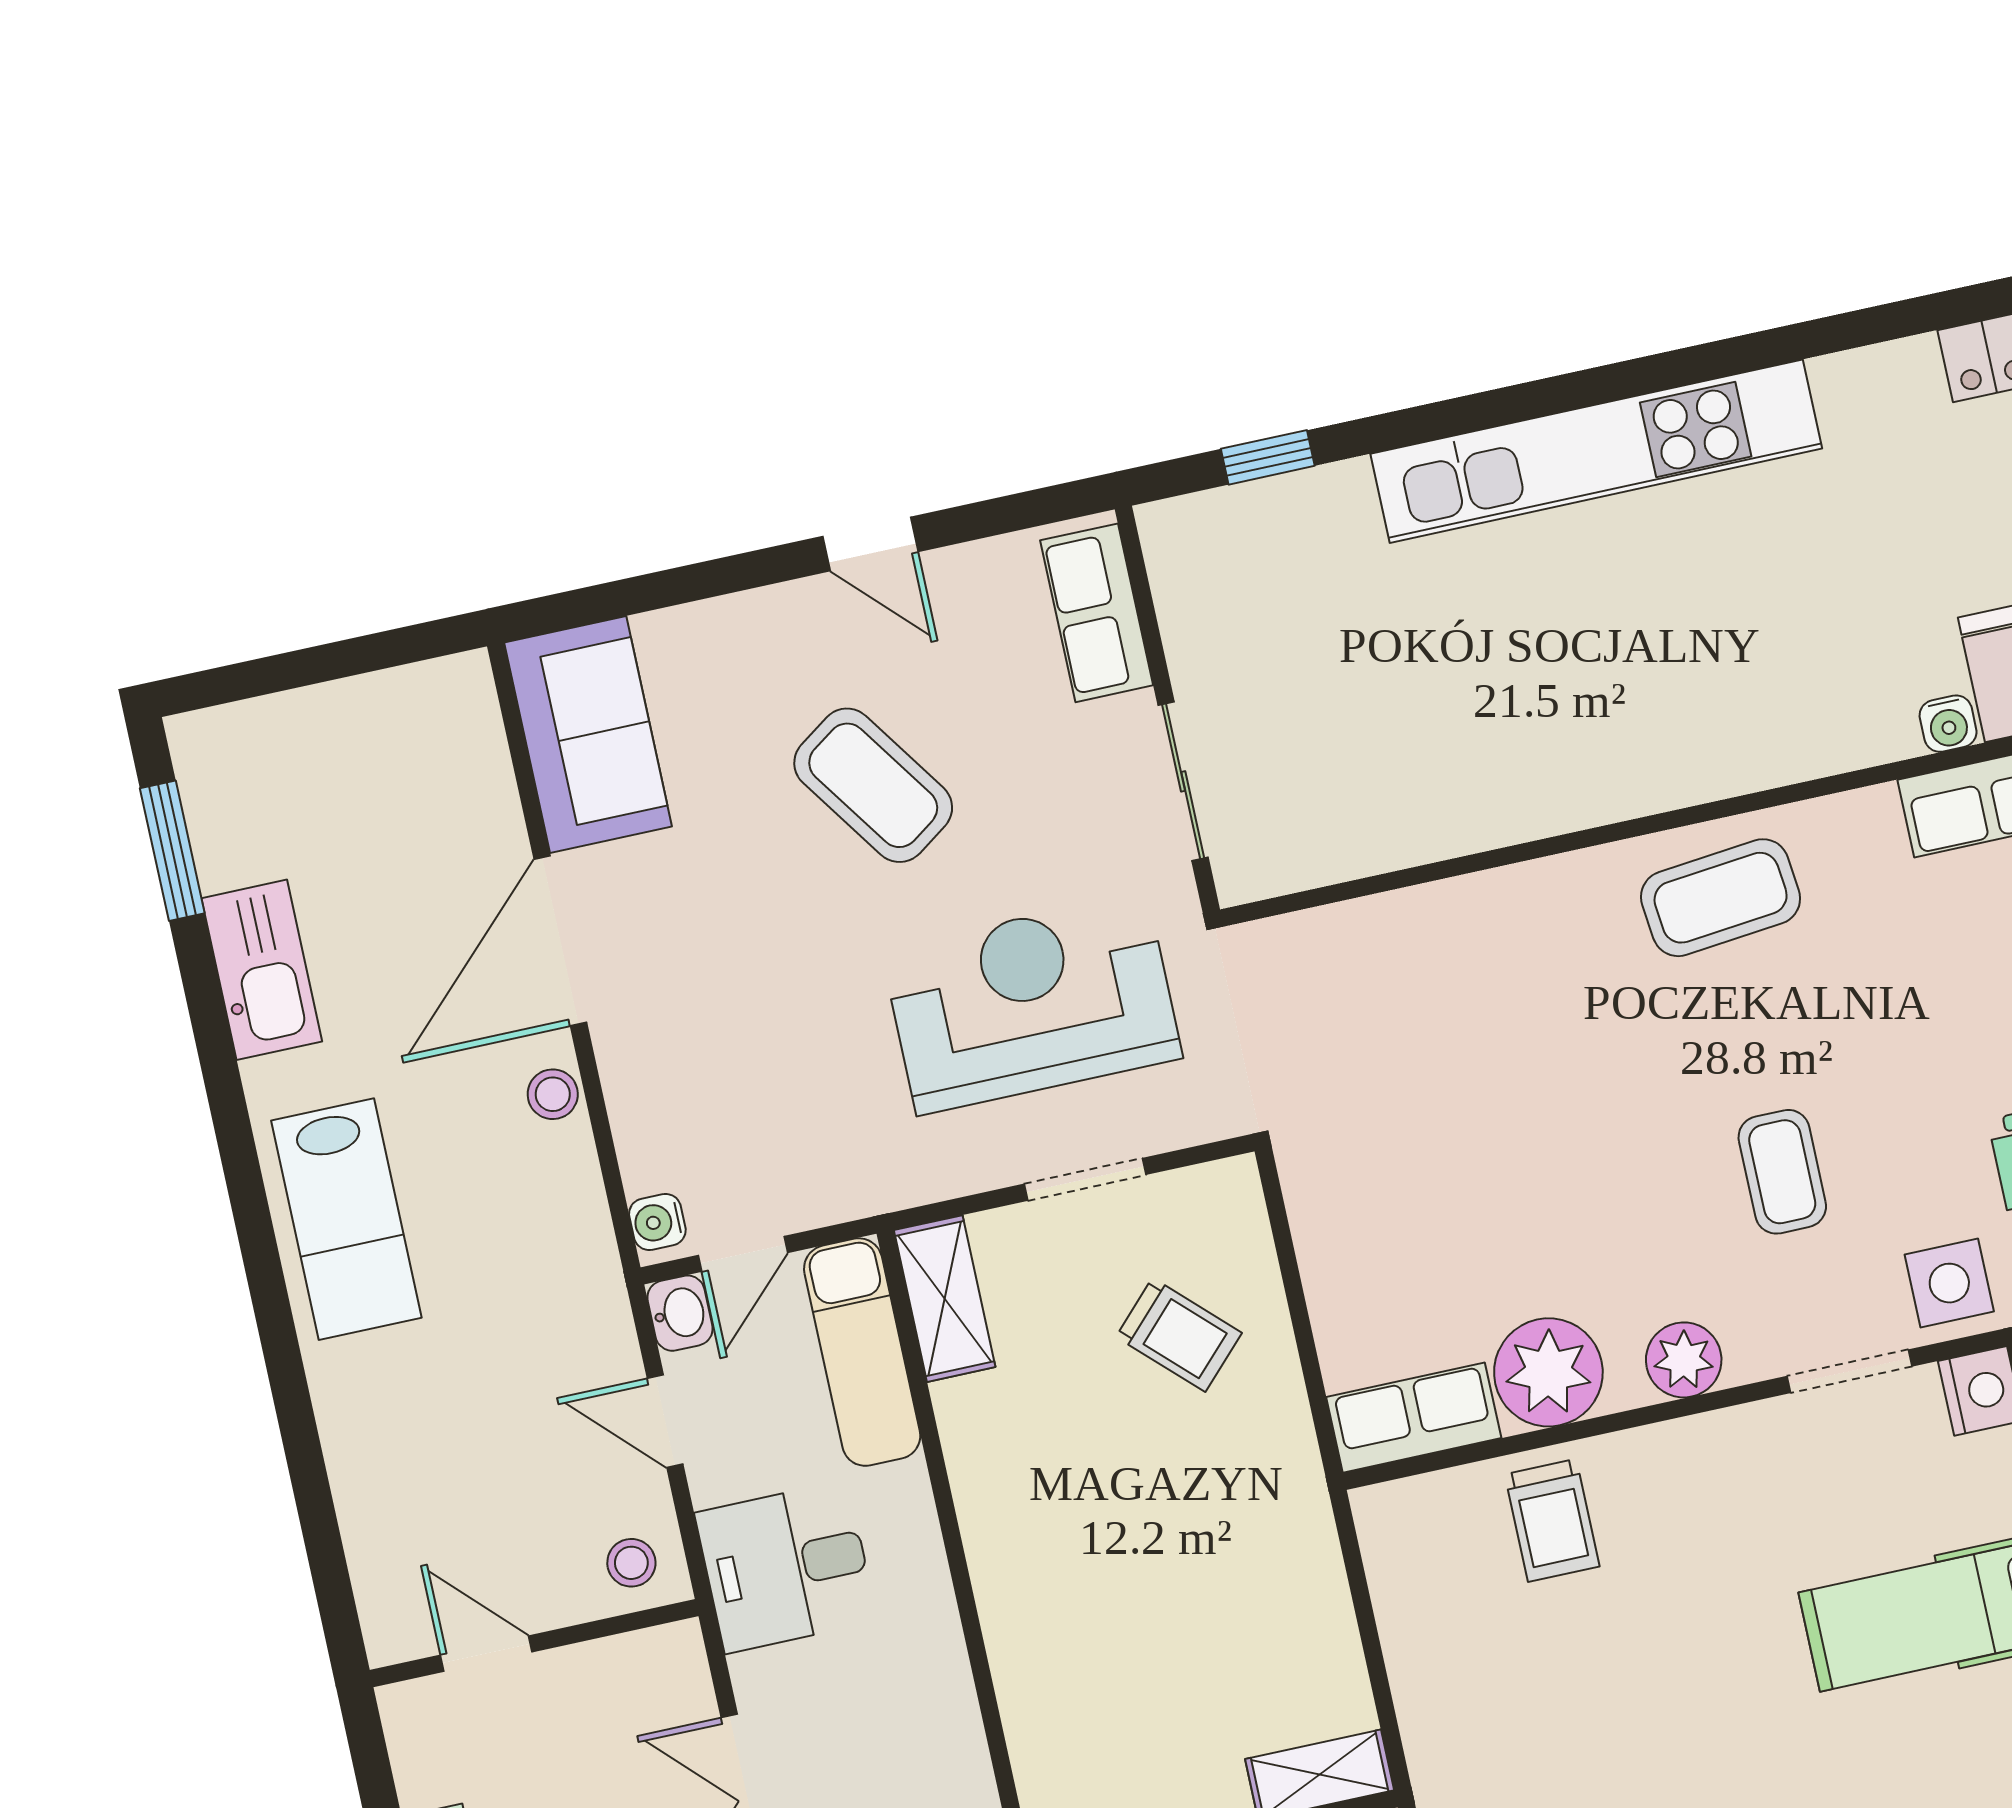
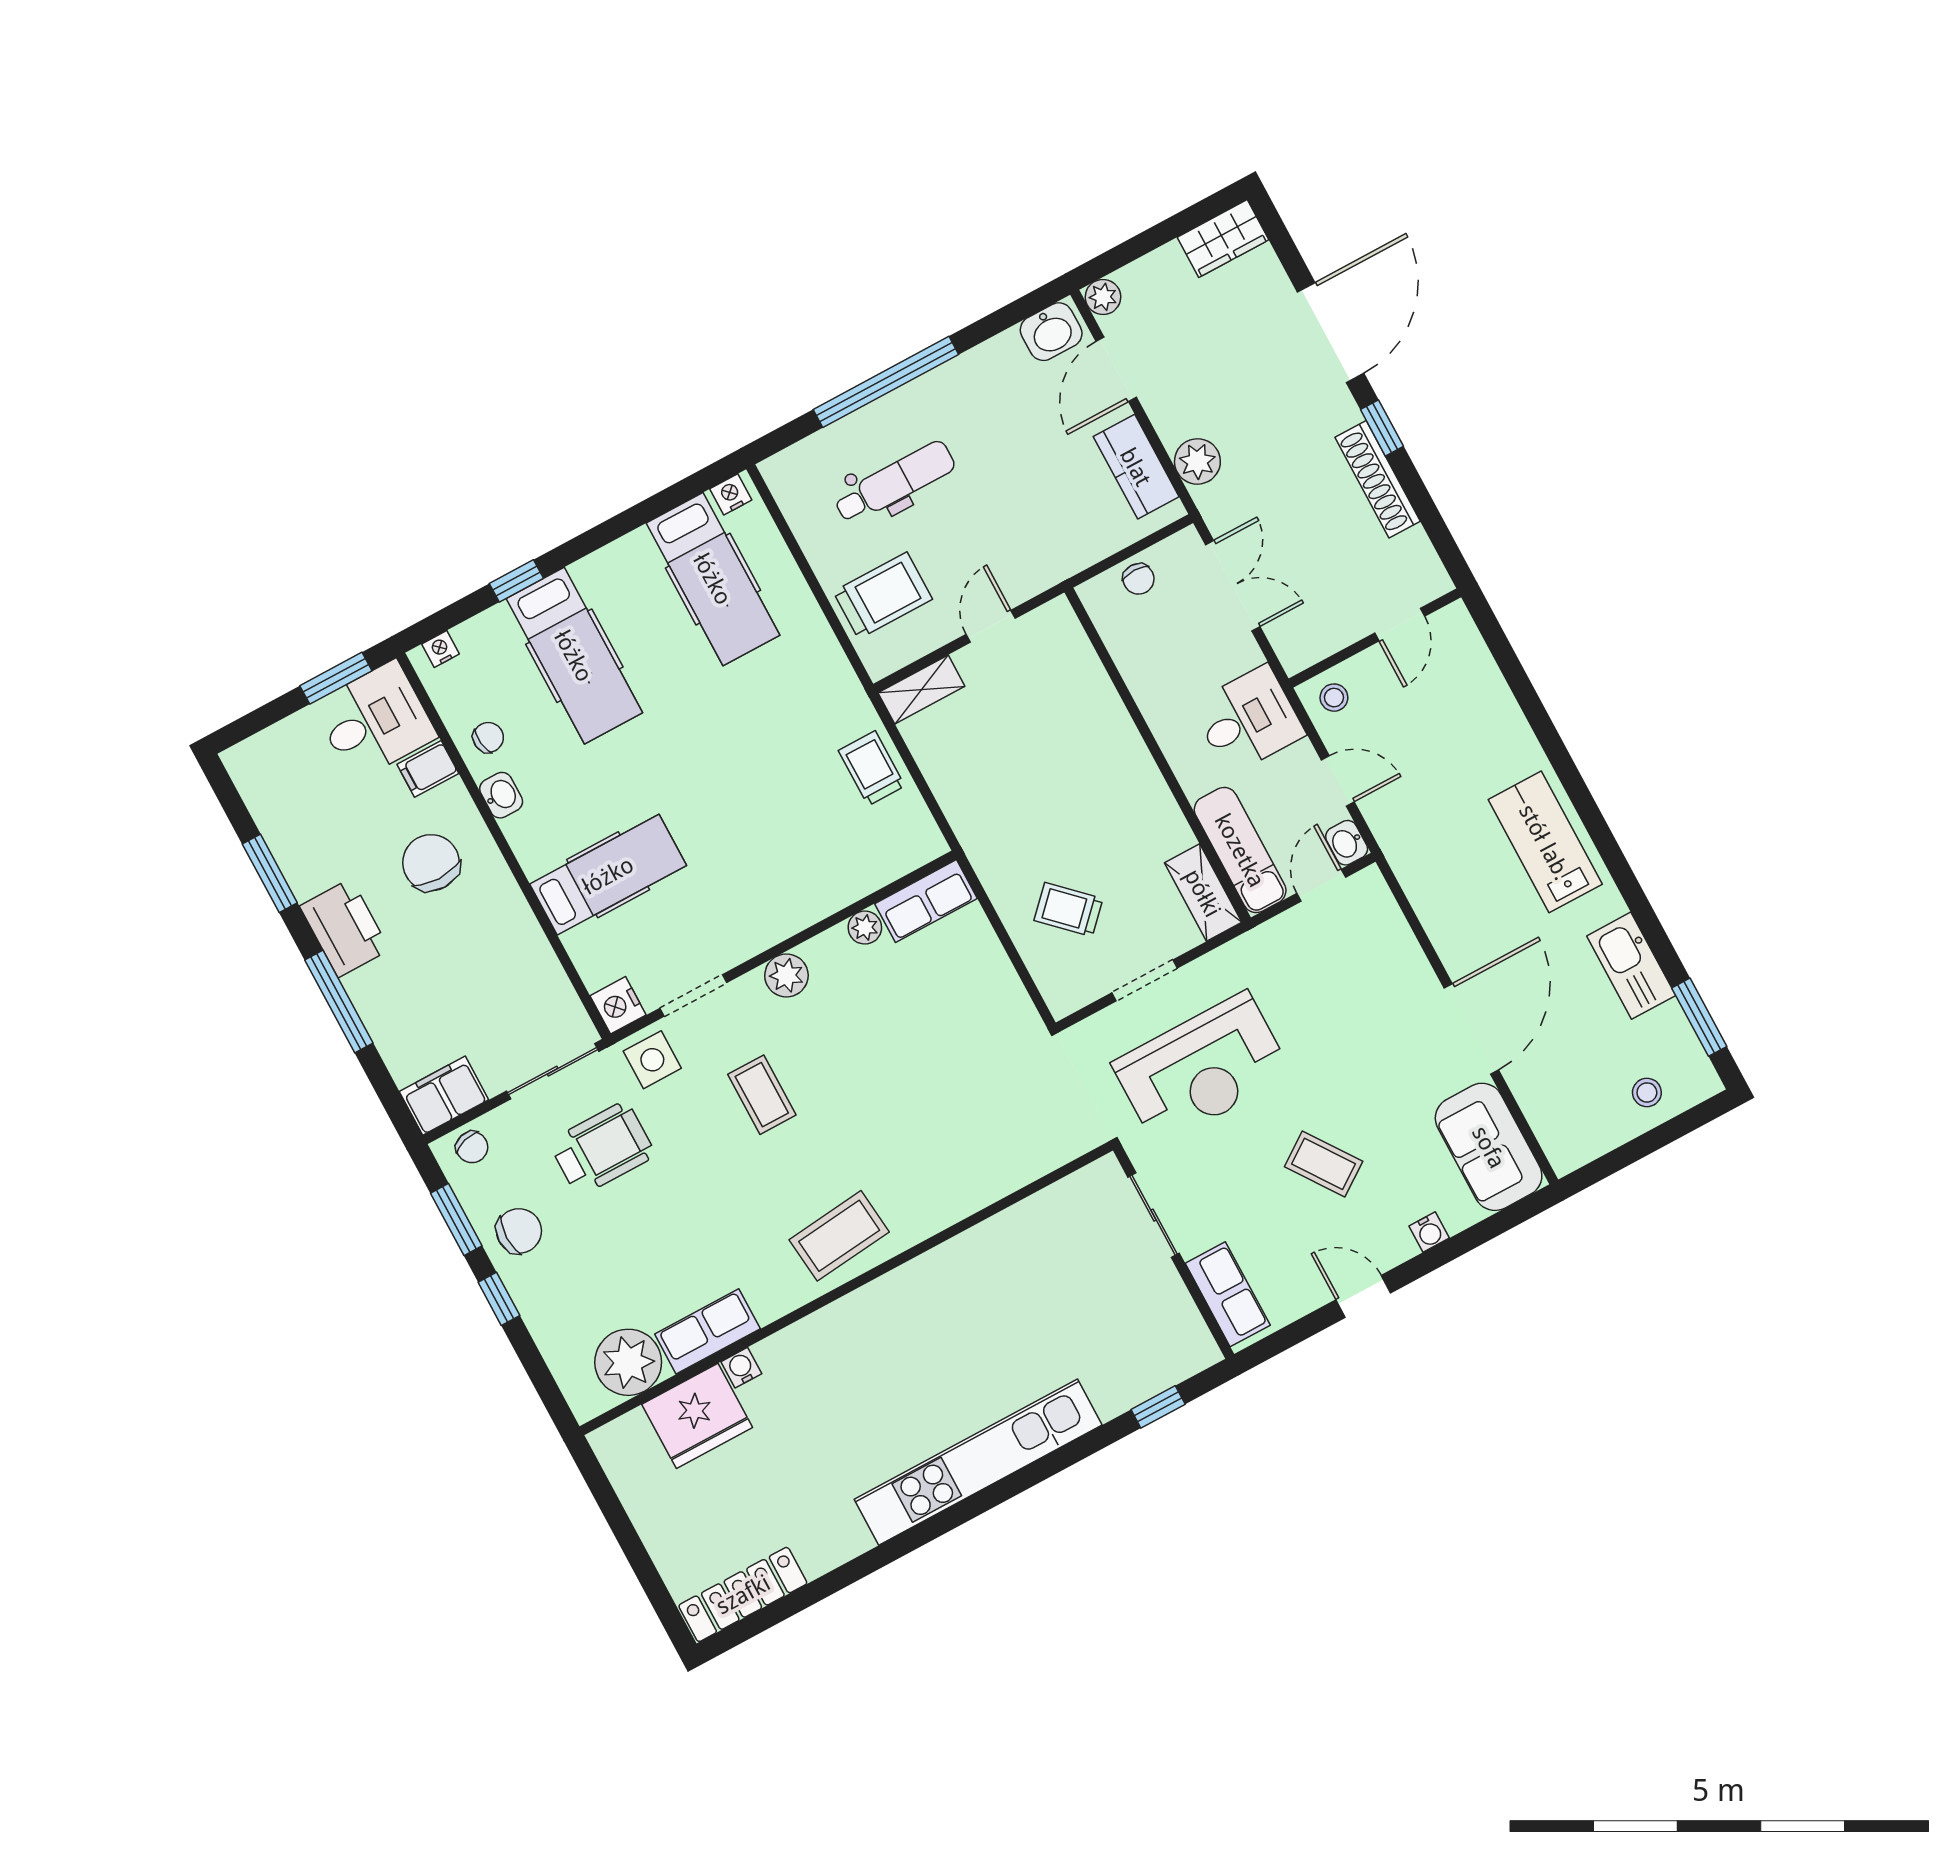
coffee table: (873, 785) -> (1324, 1164), width x0.73, depth x0.77
stool: (553, 1094) -> (1647, 1092), moved
water cooler: (657, 1222) -> (1429, 1232), moved, turned 90
plant: (1548, 1372) -> (865, 928), width x0.53, depth x0.53
trolley: (1552, 1520) -> (872, 768), moved
door: (486, 1654) -> (1400, 625), hinge flipped

